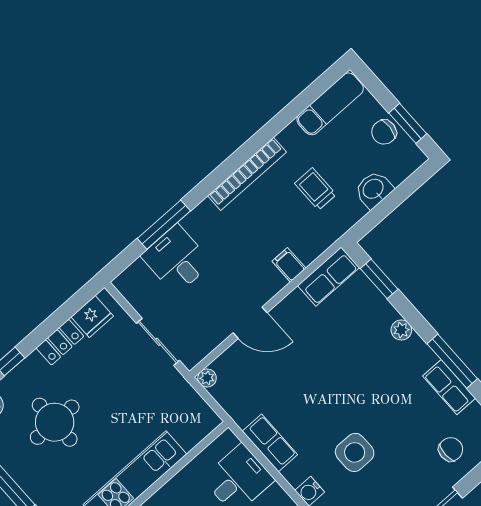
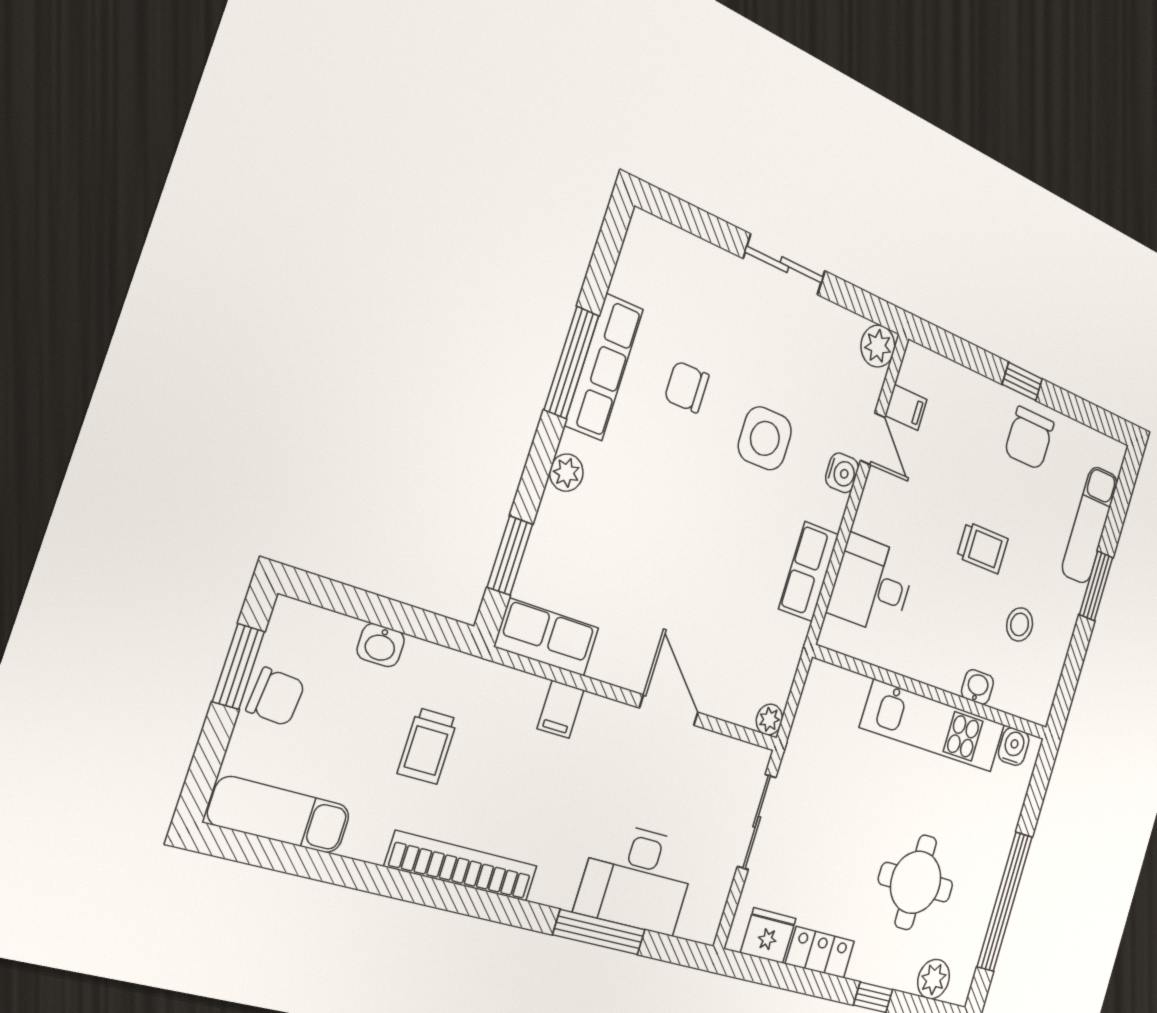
washbasin: (374, 189) -> (381, 645), width x0.72, depth x0.69
desk: (176, 259) -> (637, 878), width x1.37
row of seats: (449, 387) -> (604, 367), width x1.48
chair: (451, 449) -> (687, 387), moved

